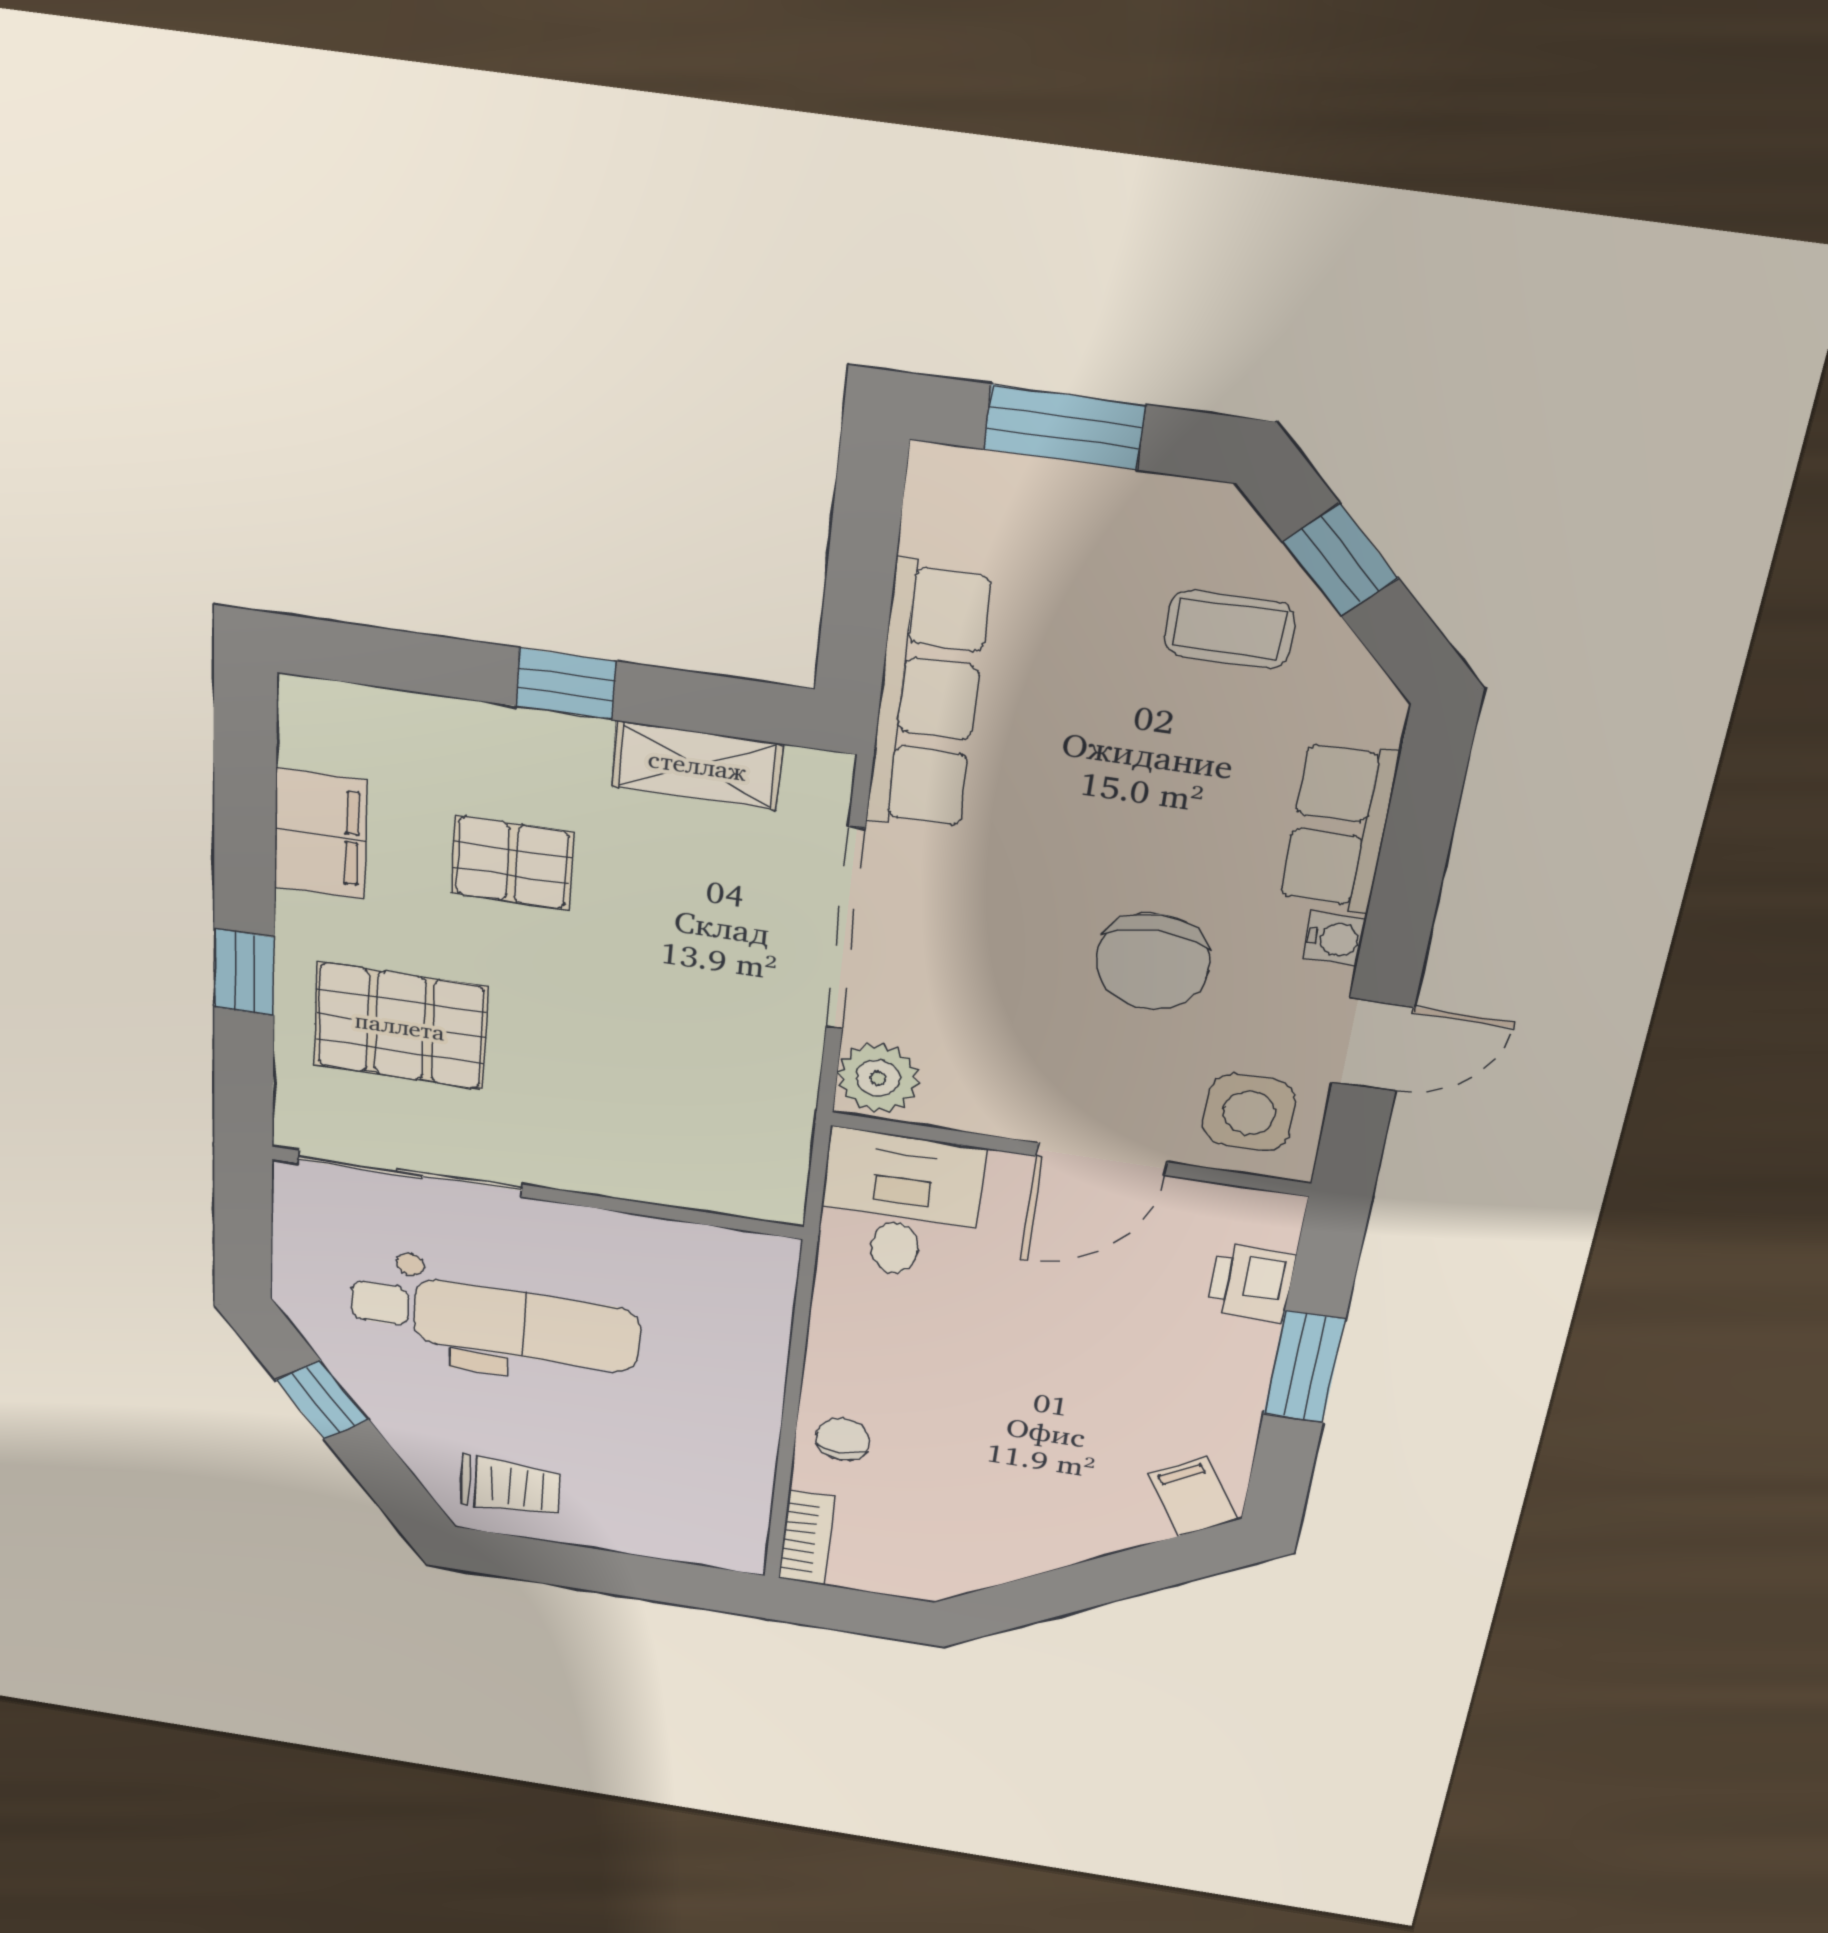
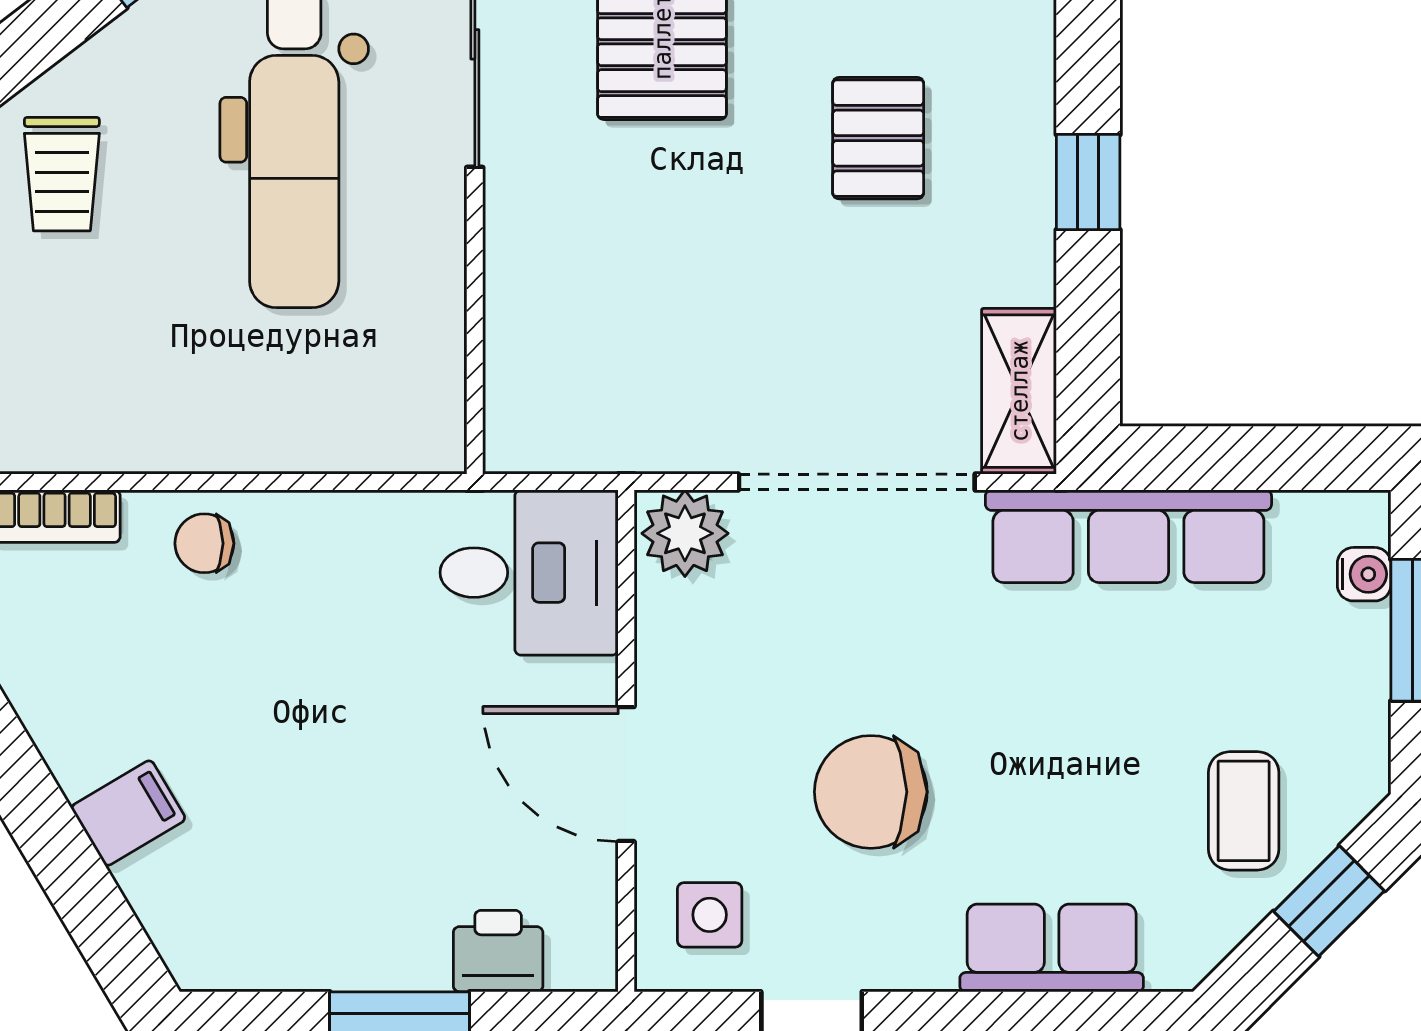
shelving: (697, 765) -> (1019, 391), moved
water cooler: (1334, 939) -> (1364, 574), moved, turned -90
side table: (1249, 1113) -> (710, 915), width x0.73, depth x0.73
chair: (843, 1439) -> (204, 543), turned 180
filing cabinet: (1193, 1497) -> (128, 813), moved

